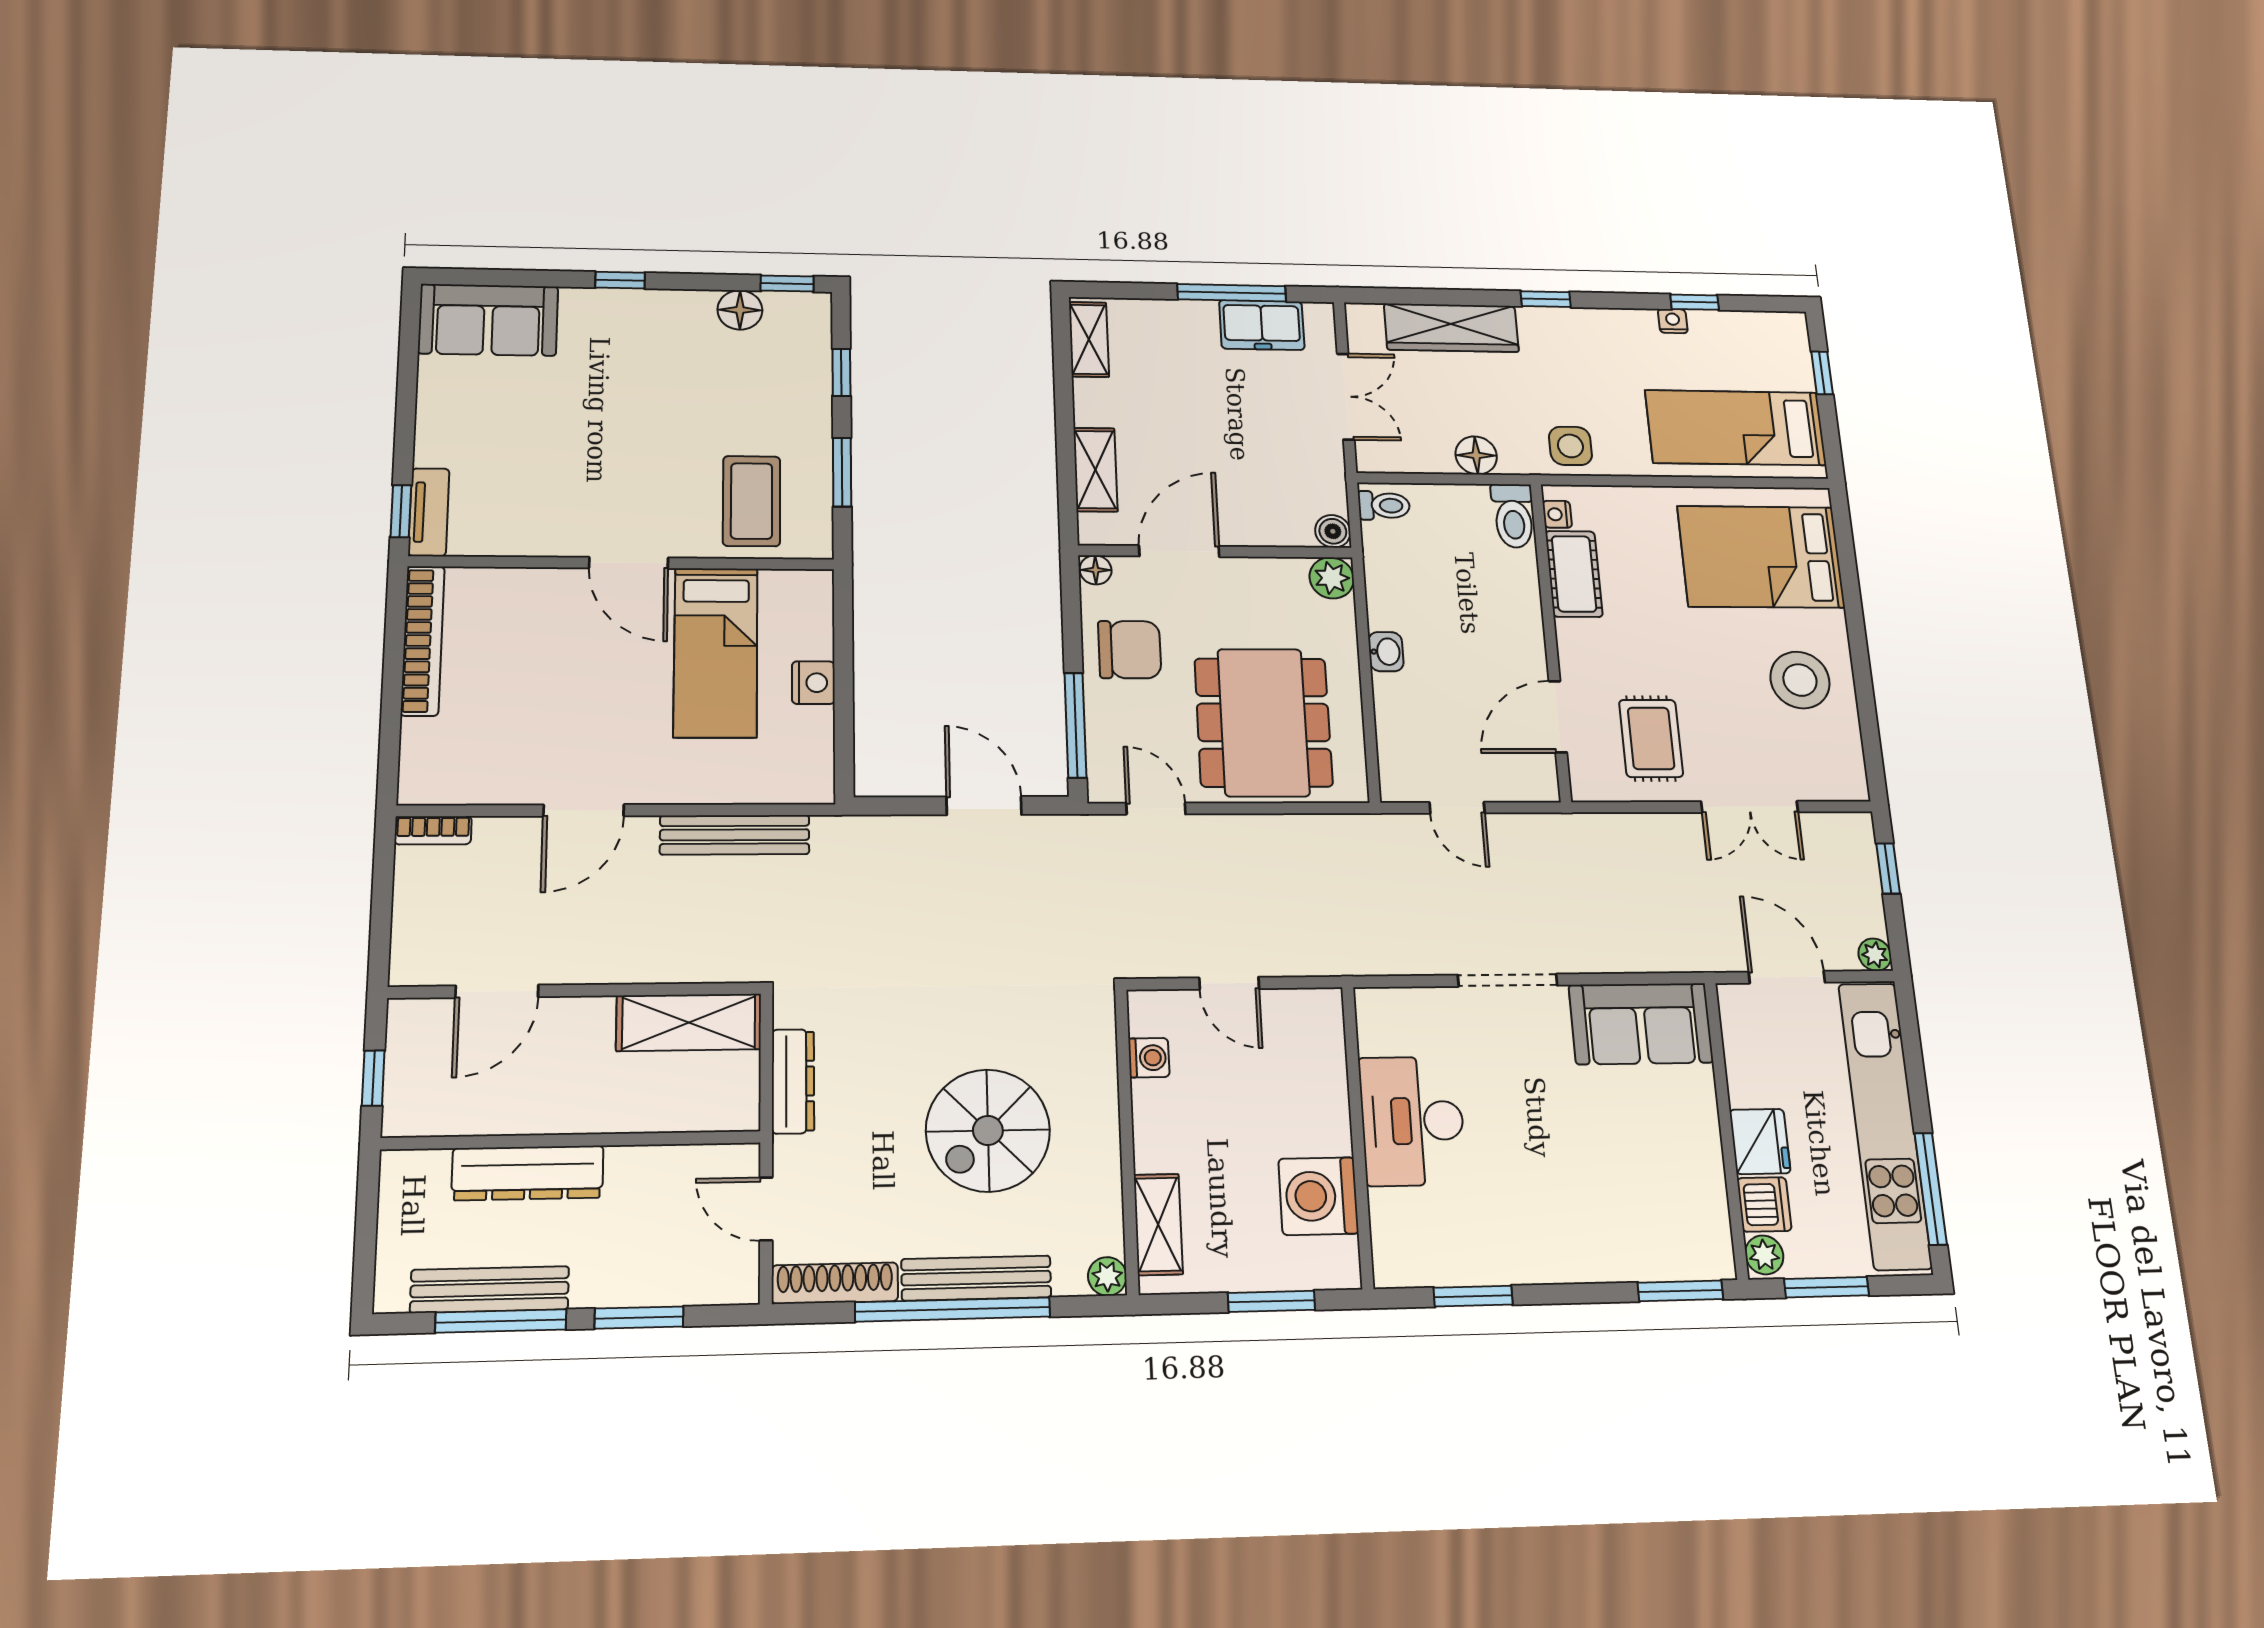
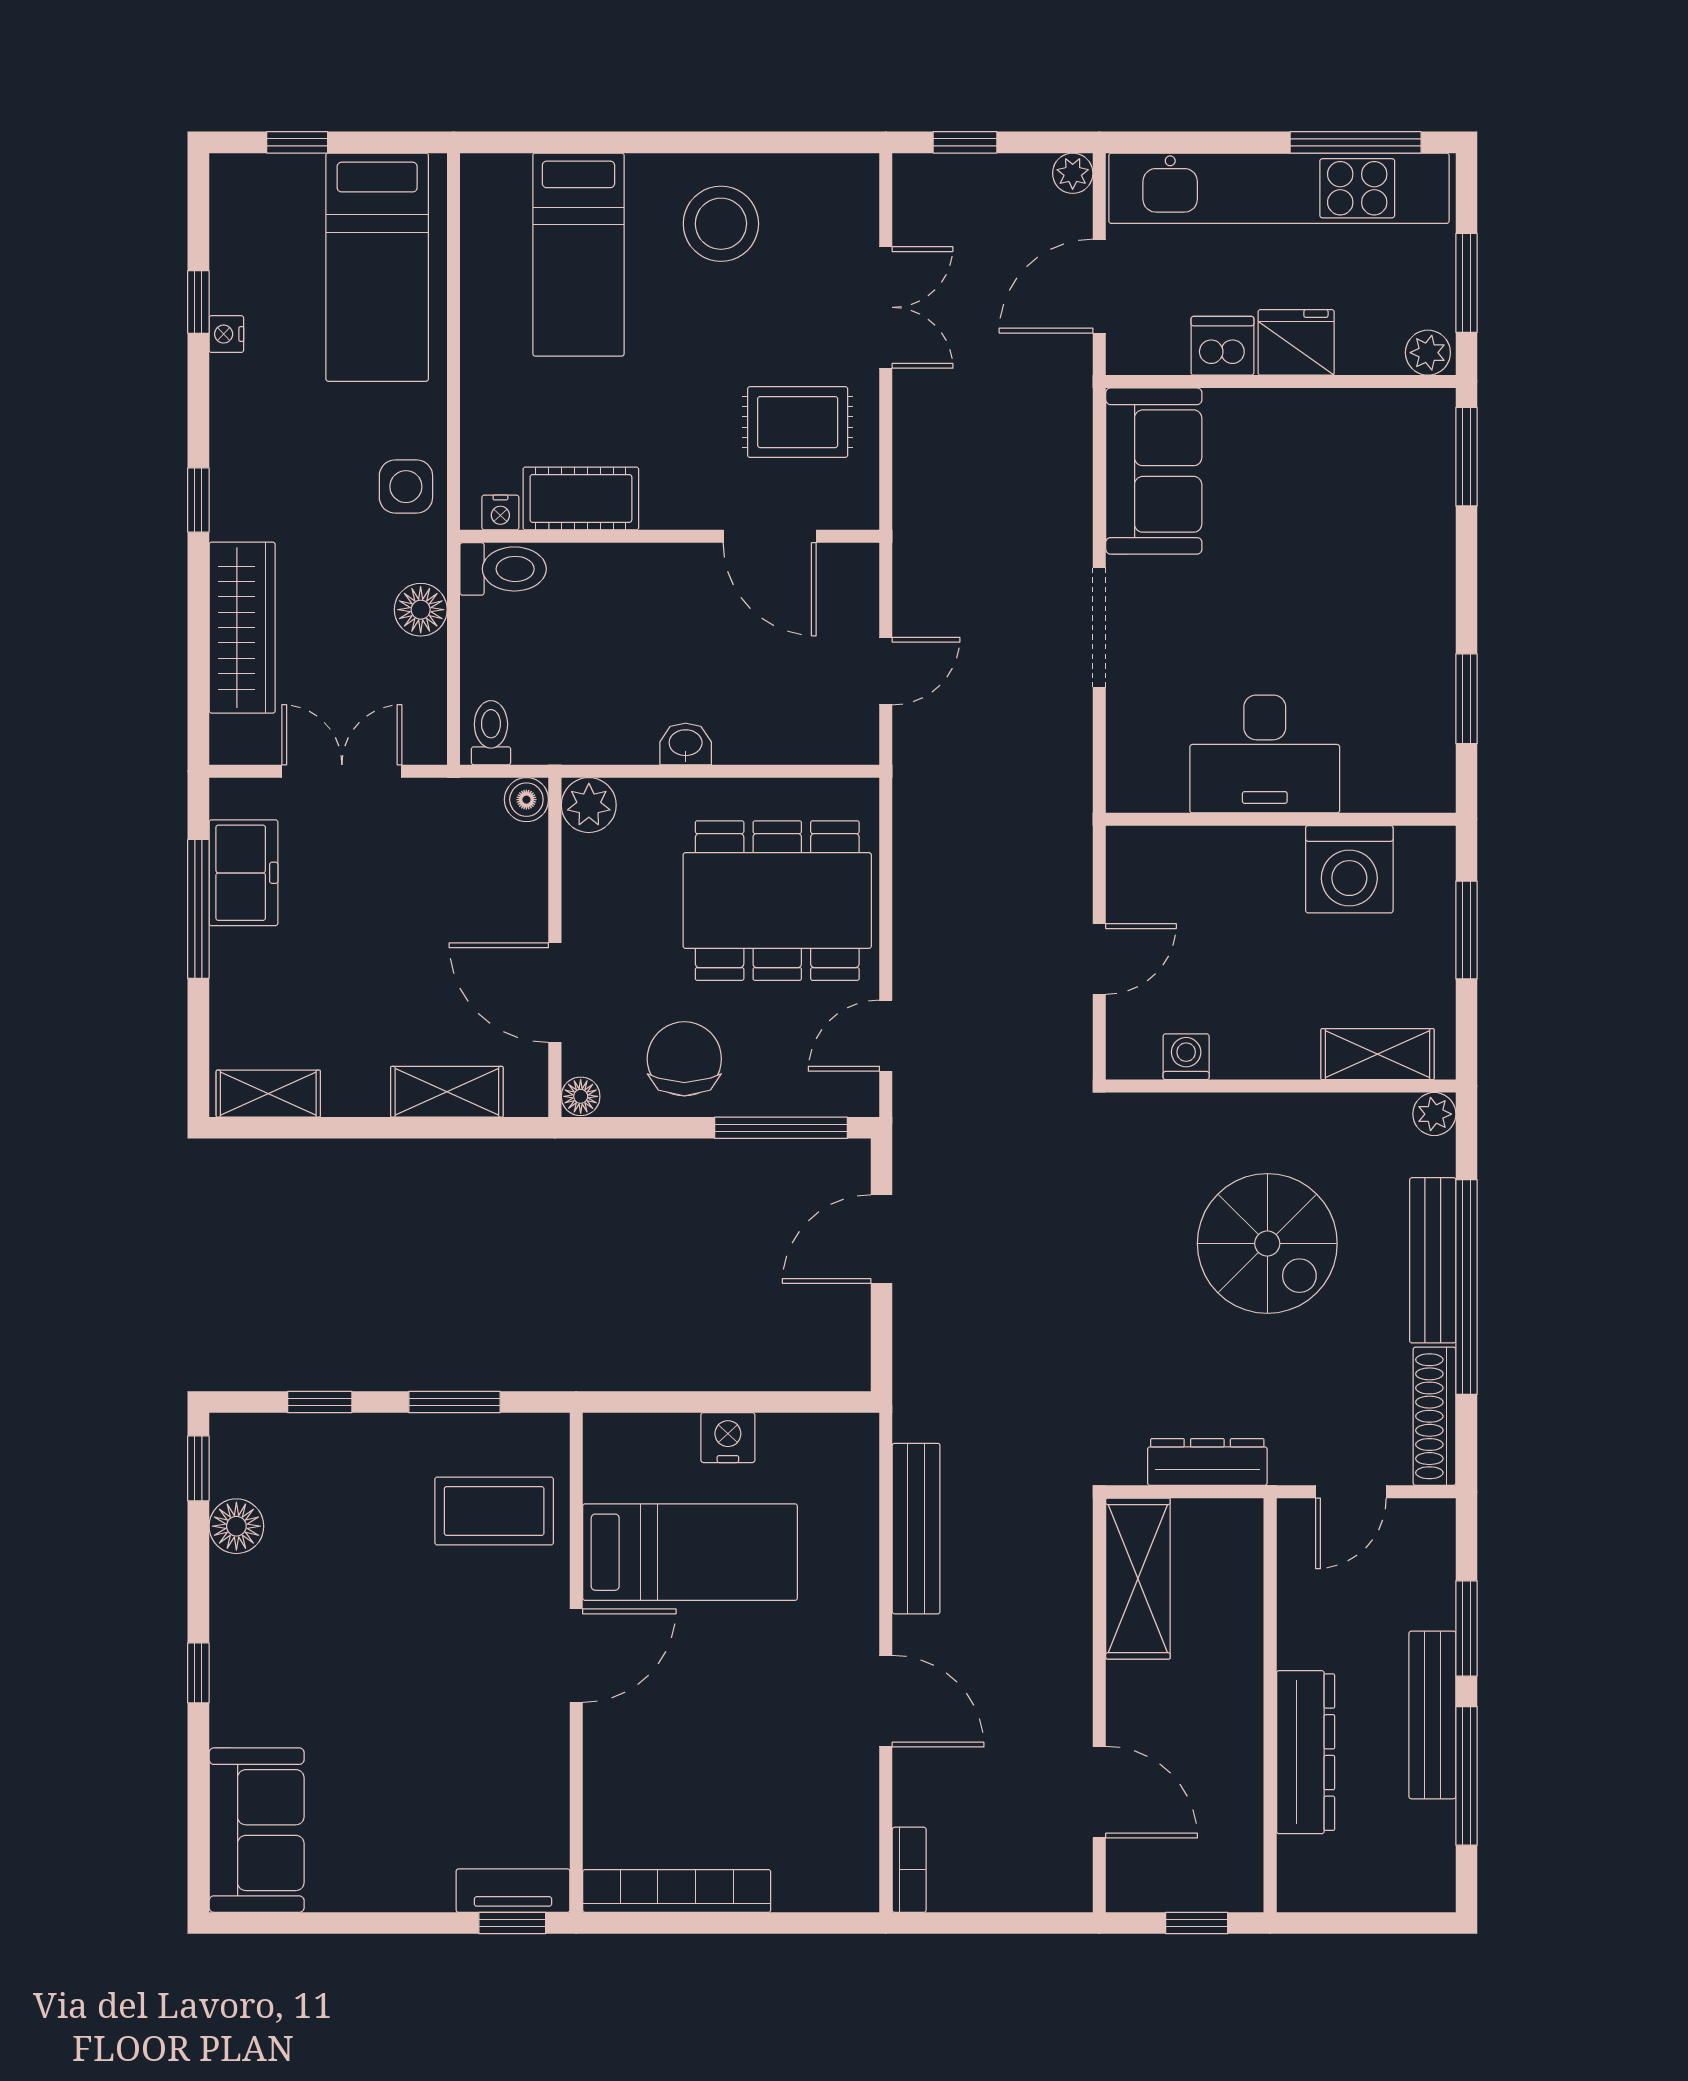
bed: (1761, 557) -> (578, 255), width x0.67
dishwasher: (1764, 1204) -> (1222, 346), moved
bench: (490, 1290) -> (1432, 1715), moved

